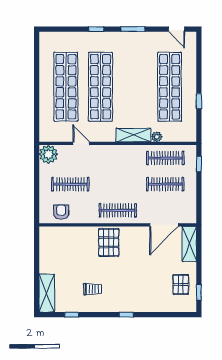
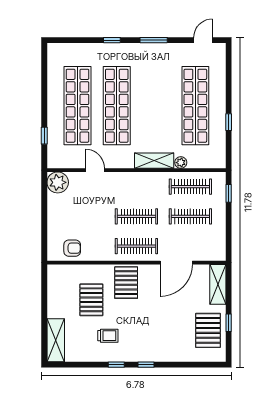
door: (176, 29) -> (203, 40), swing flipped
window: (37, 113) -> (44, 136), added
clothes rail: (70, 184) -> (136, 216), moved
armchair: (61, 212) -> (72, 248), turned 90
door: (164, 225) -> (176, 263), moved
pallet: (78, 258) -> (91, 300), added
pallet: (181, 285) -> (208, 330), width x1.50, depth x1.42
window: (199, 292) -> (229, 323), moved
window: (72, 315) -> (116, 365), moved

